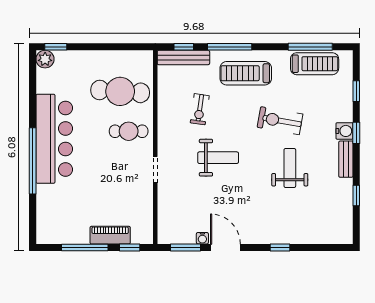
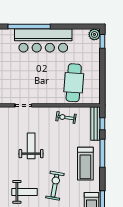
treadmill: (246, 73) -> (85, 164), turned 180
exercise bike: (200, 109) -> (66, 118), moved
cafe table: (129, 131) -> (48, 88), removed
weight bench: (218, 158) -> (31, 146), turned 180

